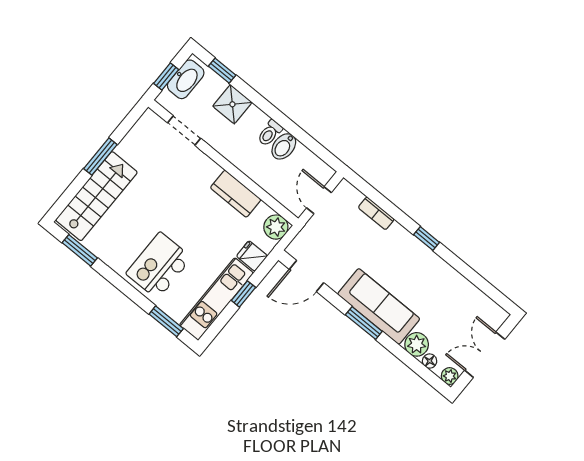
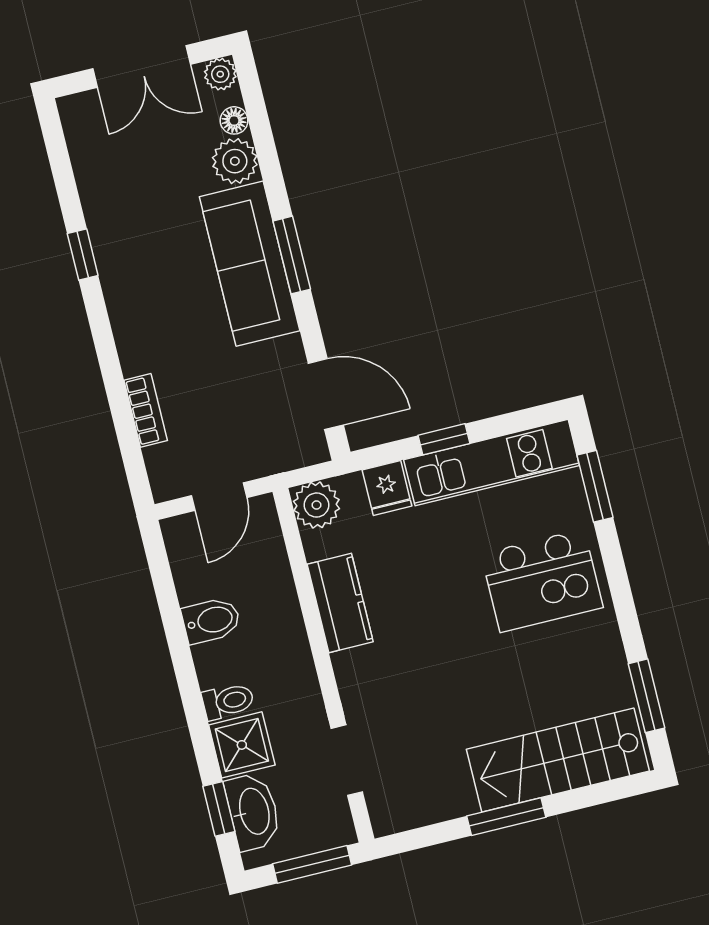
window: (166, 77) -> (312, 864), width x1.50
washbasin: (186, 79) -> (253, 812), moved, turned 90
toilet: (270, 133) -> (228, 701), moved
window: (427, 238) -> (83, 254), moved

